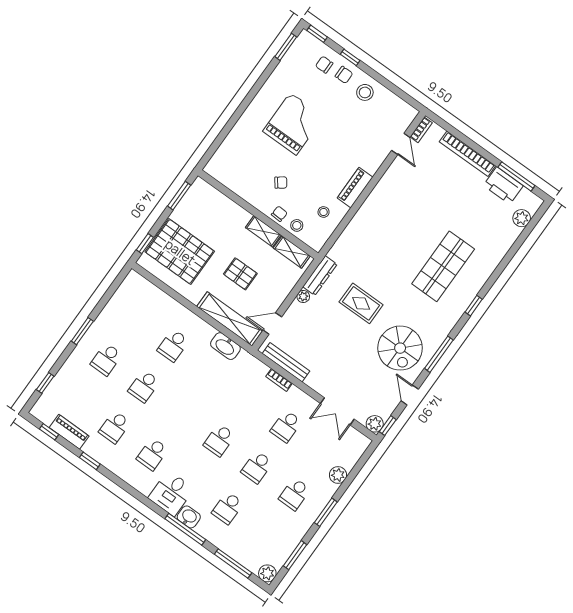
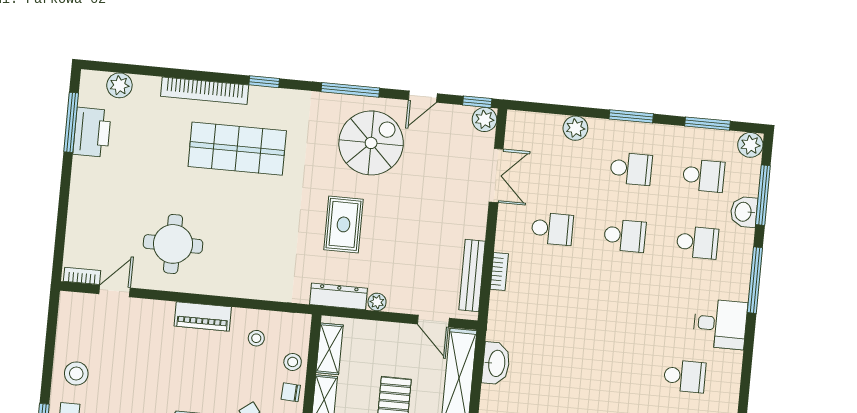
bookcase: (467, 154) -> (205, 91), moved, turned 90
round table: (409, 195) -> (173, 244), added
school desk: (219, 440) -> (704, 176), moved
washbasin: (189, 517) -> (744, 212), moved

